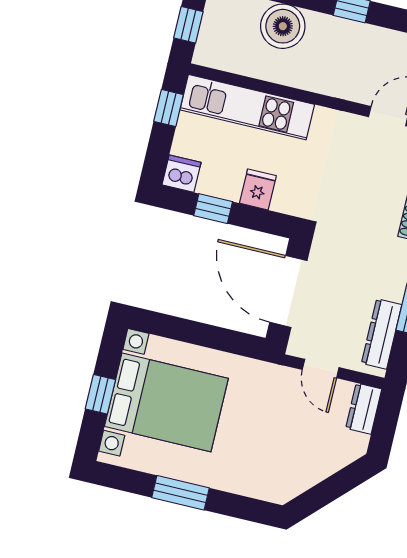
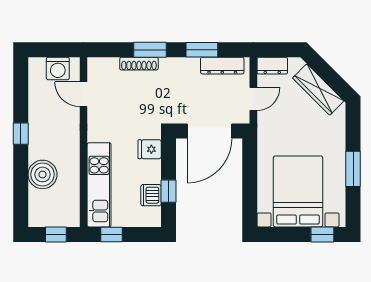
dishwasher: (182, 174) -> (151, 195), moved
fridge: (258, 189) -> (150, 149), moved
window: (100, 394) -> (322, 234), moved
wardrobe: (312, 469) -> (318, 89), added

